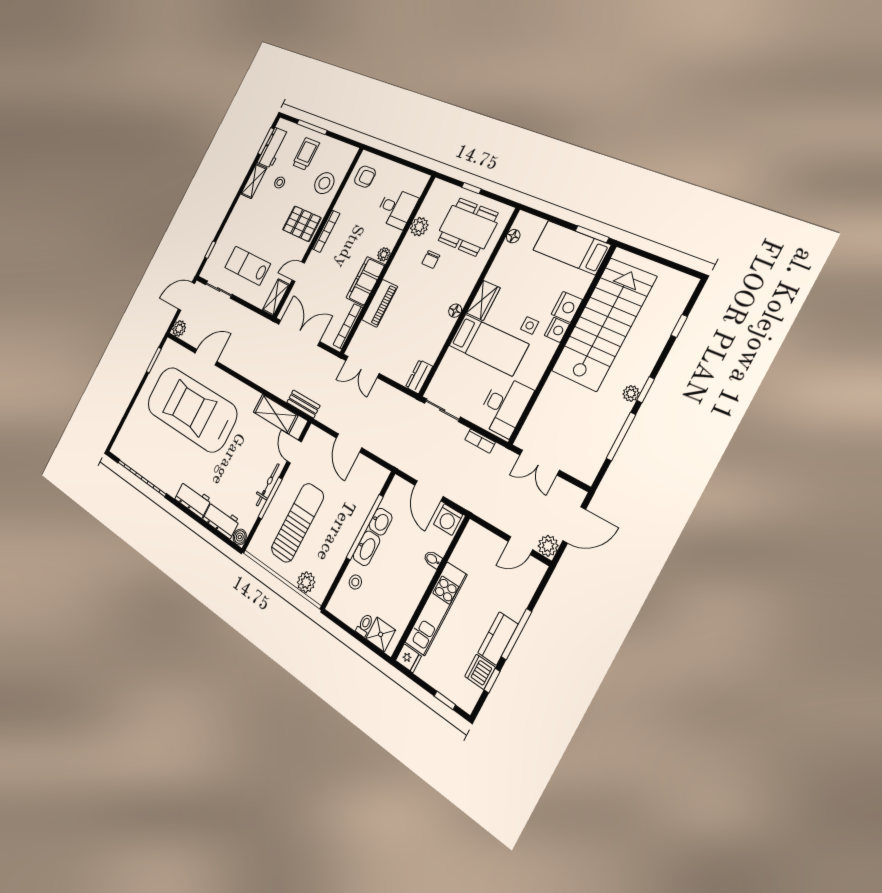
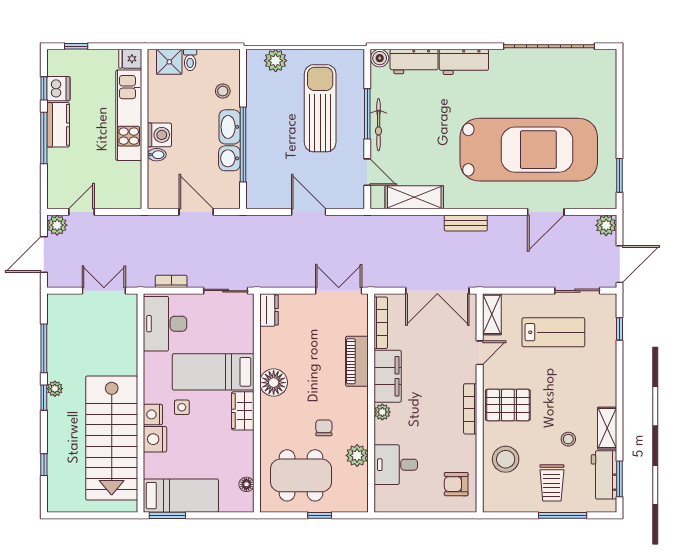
floor lamp: (455, 311) -> (274, 383), width x1.89, depth x1.89
bench: (303, 404) -> (466, 223), moved
washing machine: (448, 520) -> (159, 135), moved, turned 90
sun lounger: (297, 523) -> (320, 108), turned 180

